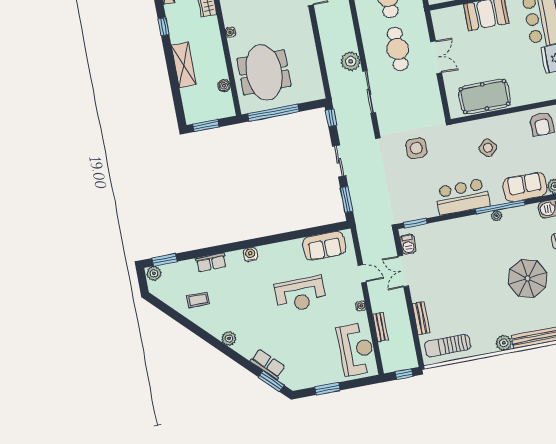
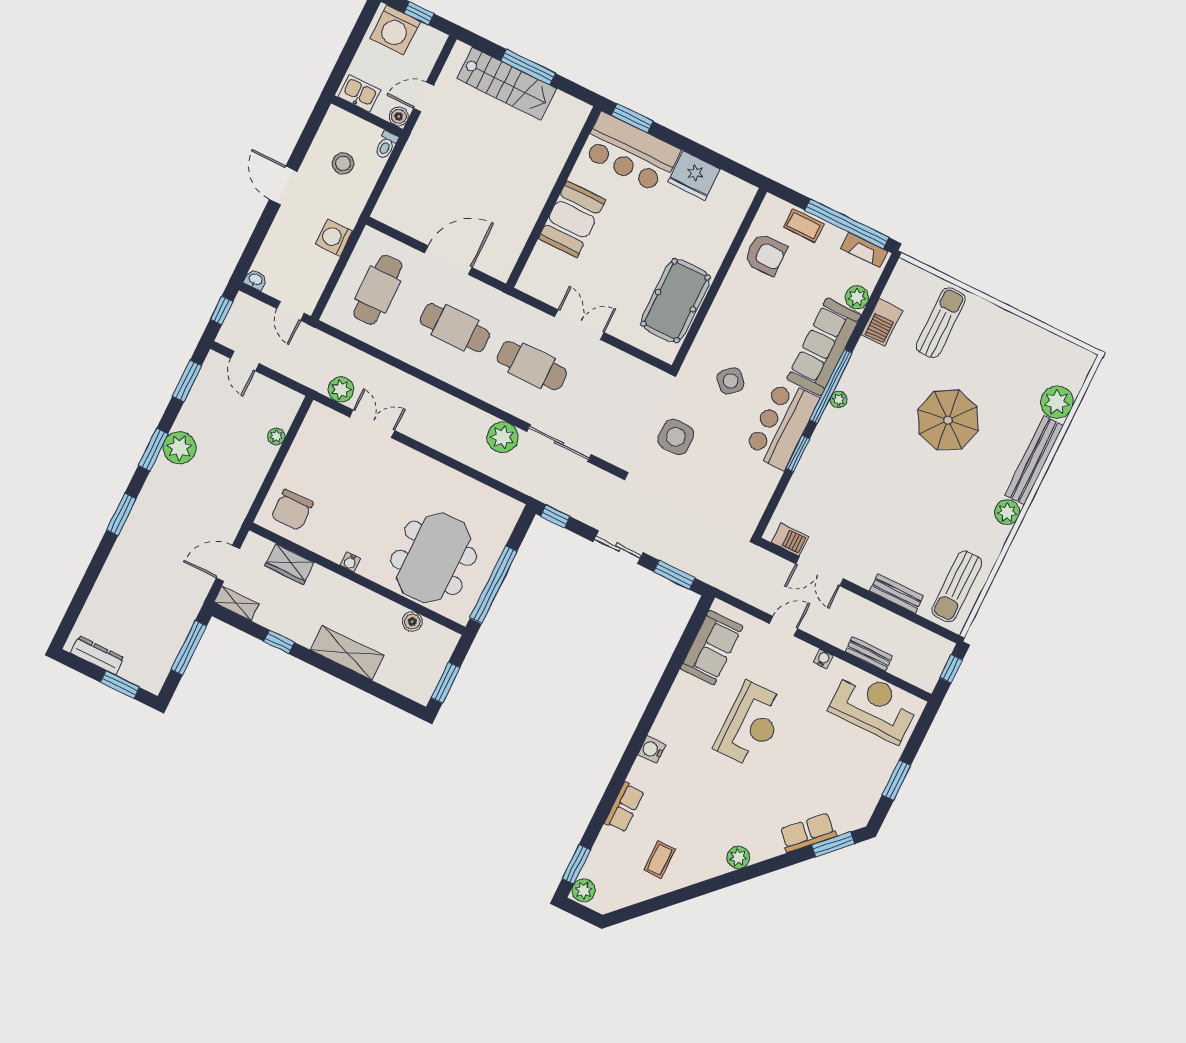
meeting table: (264, 72) -> (434, 558), turned 90
side table: (488, 148) -> (731, 381), moved
sofa: (525, 187) -> (824, 347), width x1.36
window: (415, 223) -> (798, 454), moved

